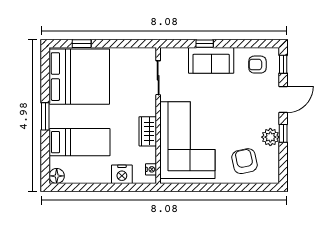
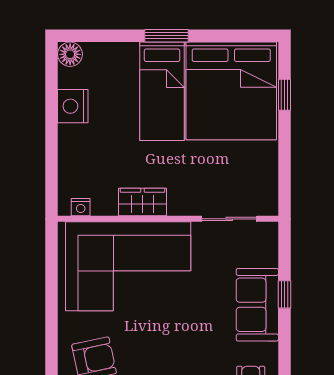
bed: (79, 142) -> (162, 91), moved
nightstand: (122, 174) -> (73, 106), moved

